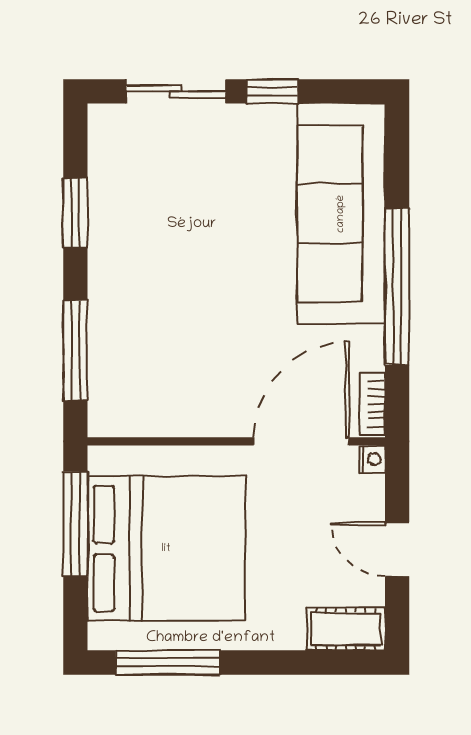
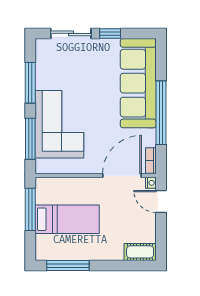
window: (75, 213) -> (30, 83), width x1.44
corner sofa: (147, 315) -> (59, 124), added
bed: (166, 549) -> (67, 219), width x0.49
door: (397, 549) -> (161, 201), moved

